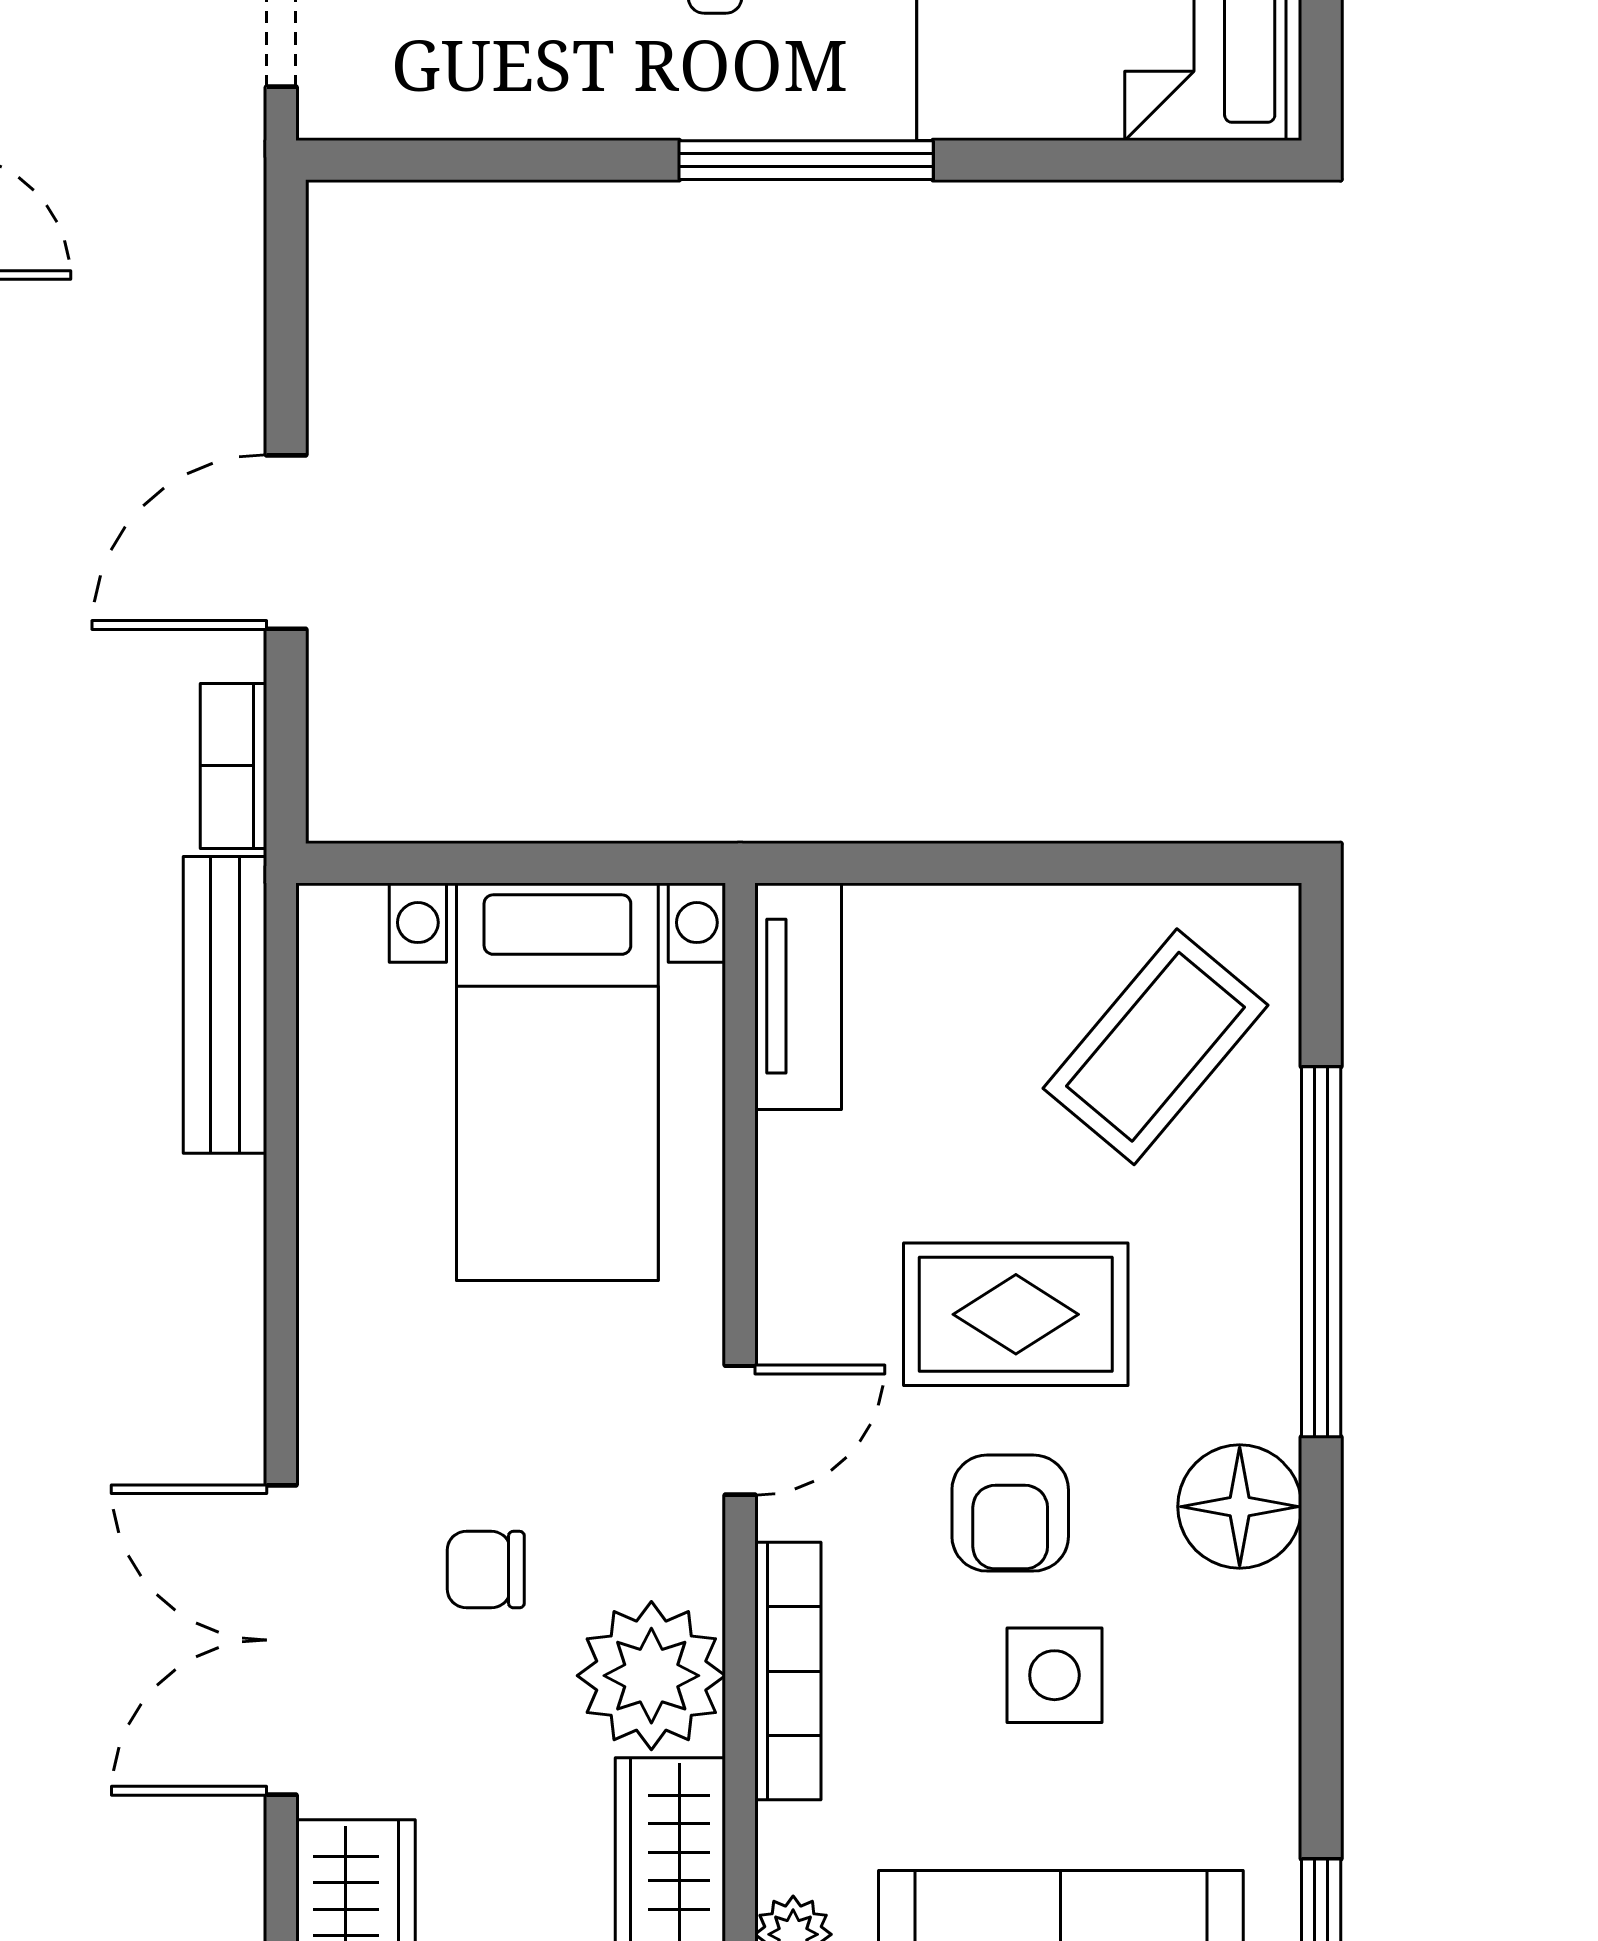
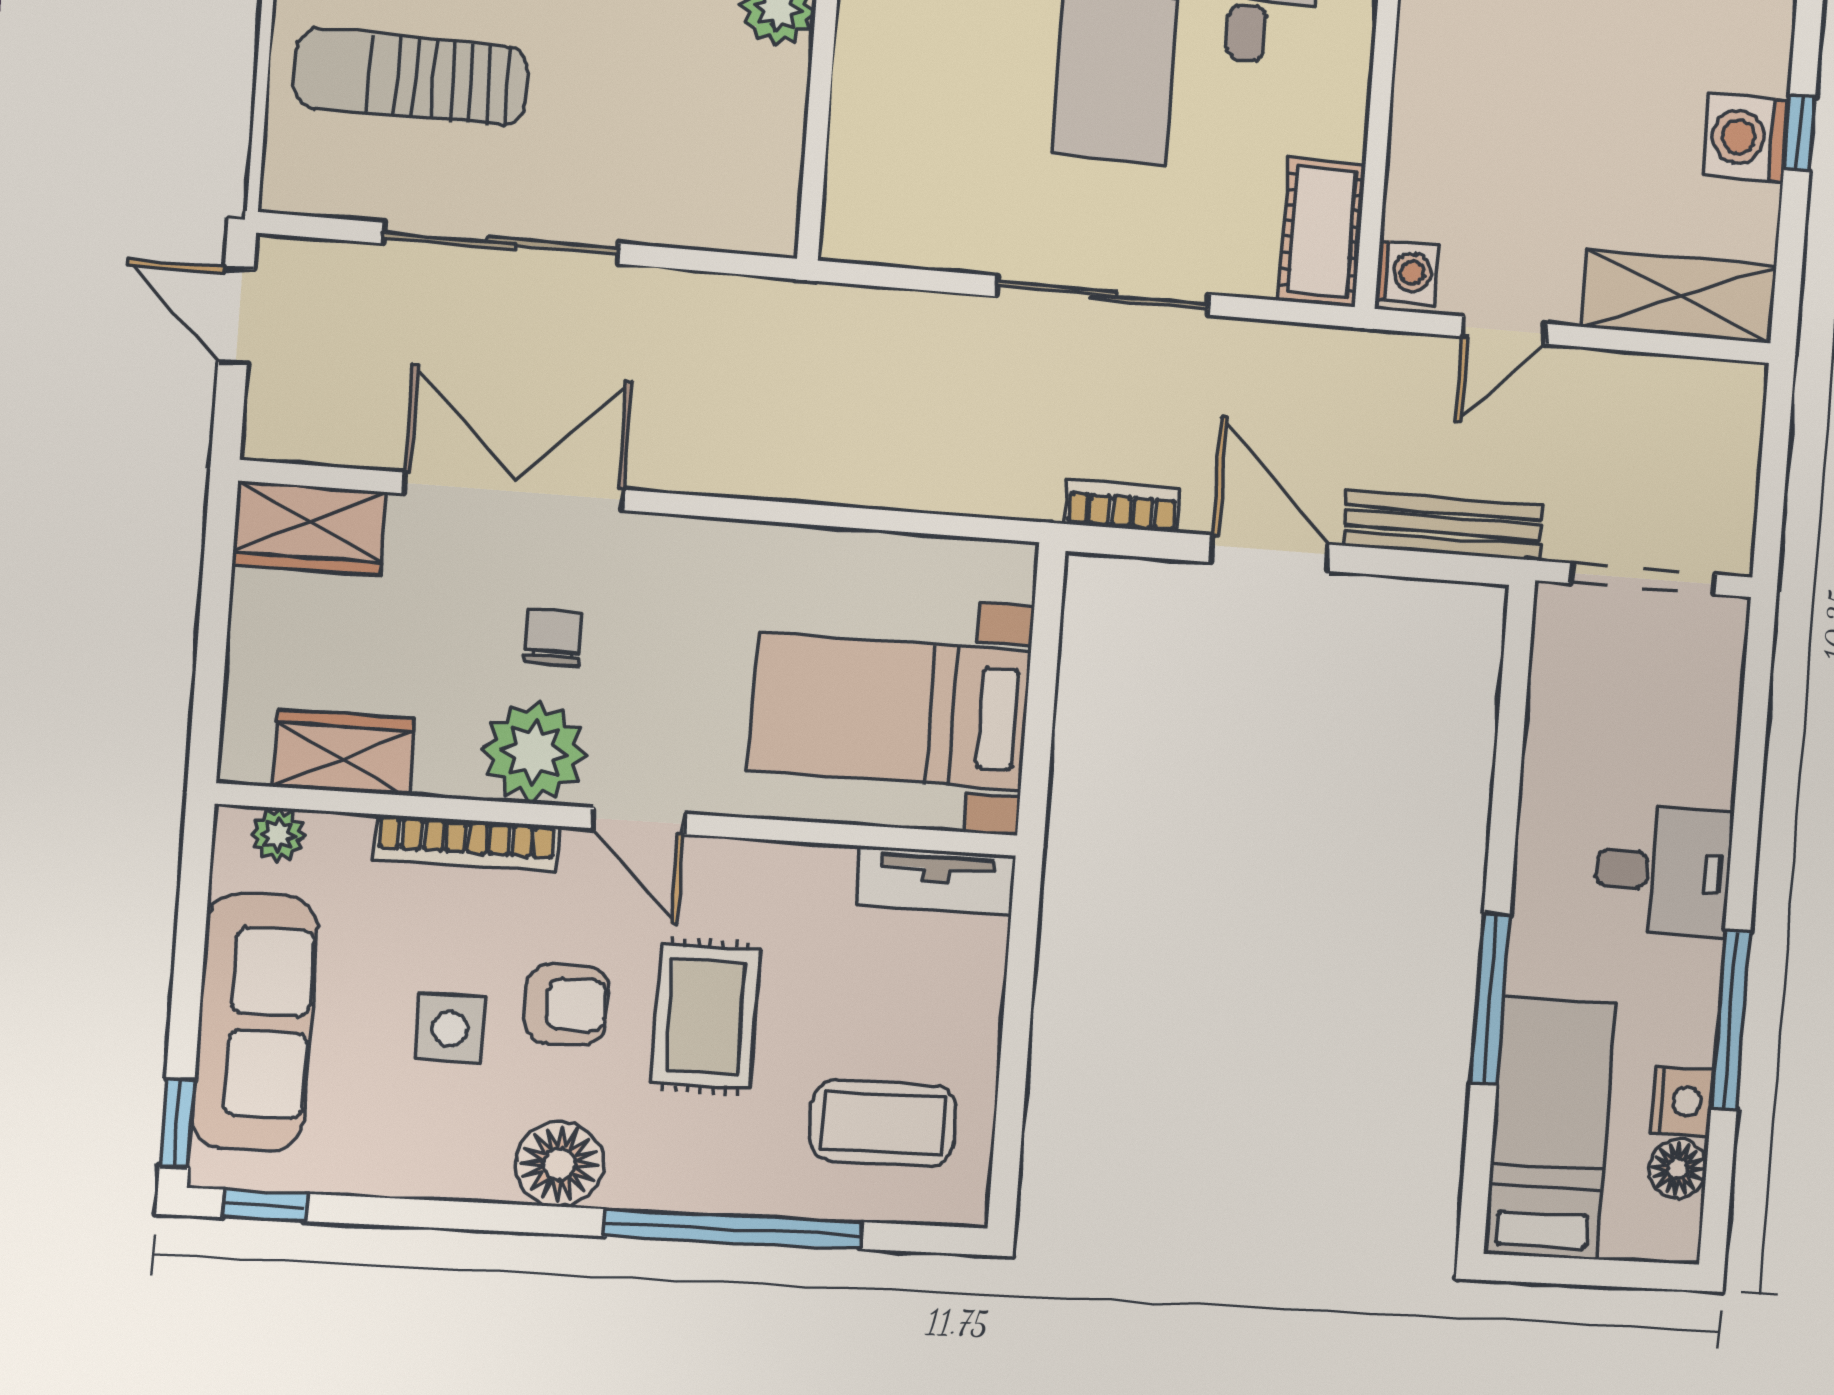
window: (806, 160) -> (1490, 999), moved
bench: (225, 1005) -> (1443, 525), moved
coffee table: (1155, 1047) -> (883, 1123), turned -40
armchair: (1010, 1513) -> (567, 1005), turned 180
plant: (651, 1676) -> (534, 752), moved

